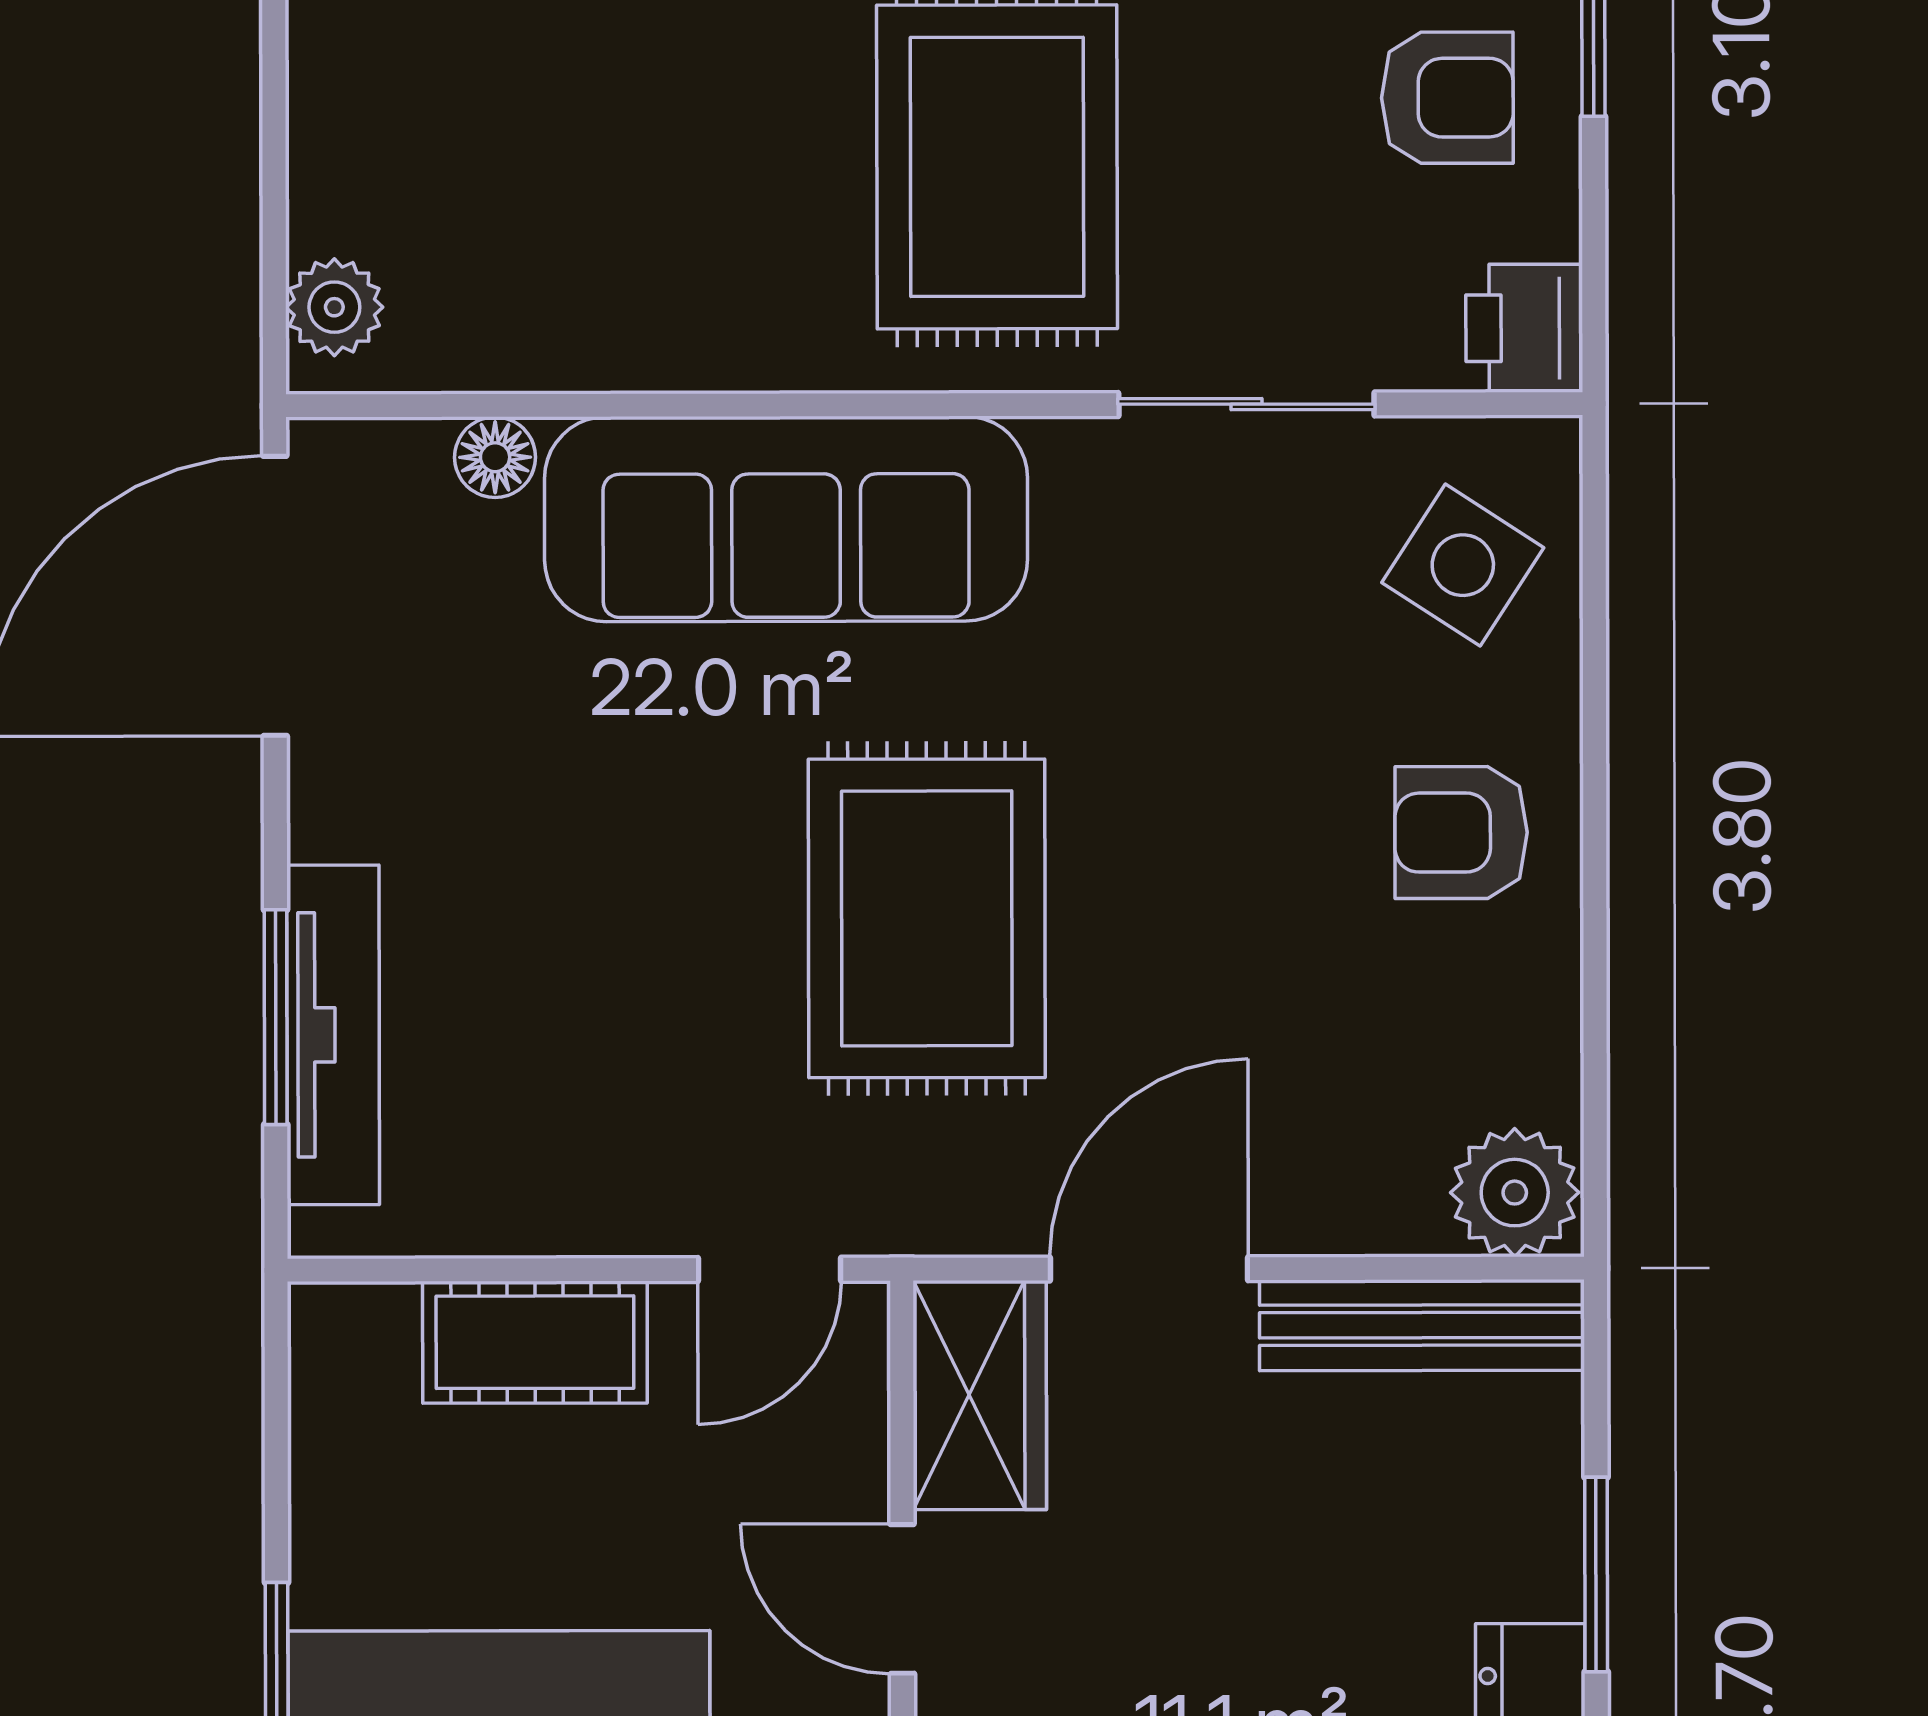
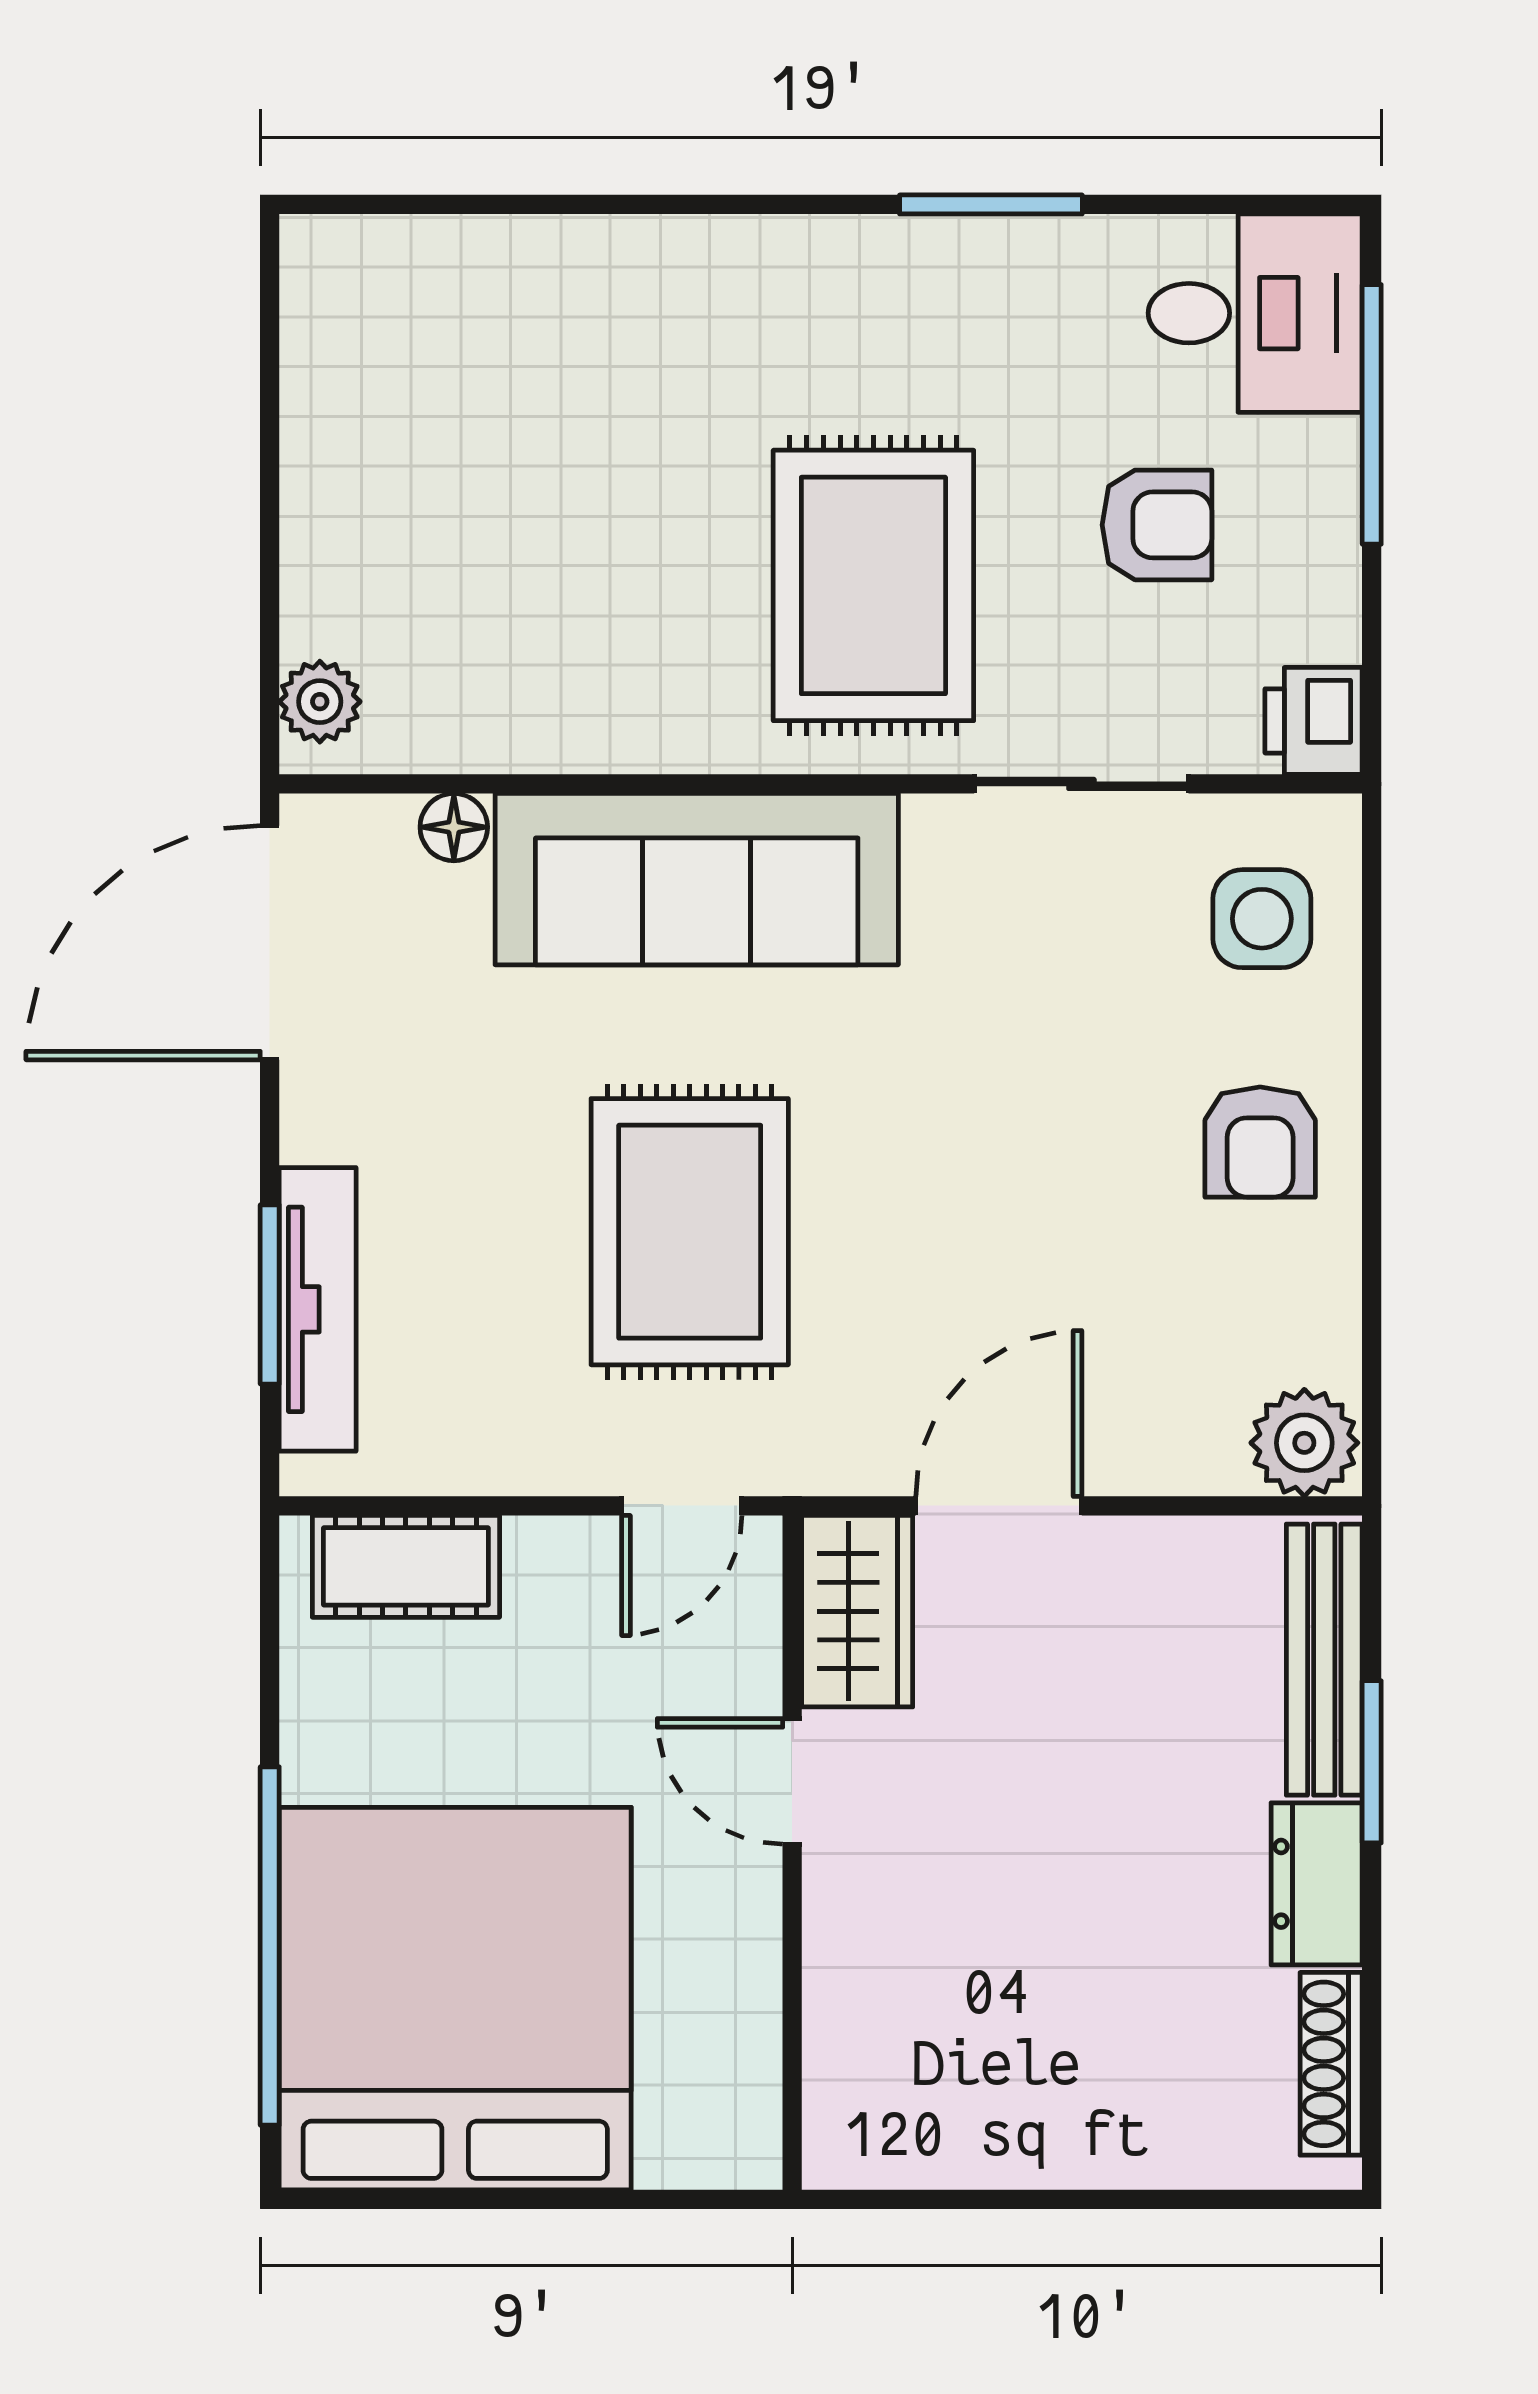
armchair: (1447, 98) -> (1157, 525), moved
side table: (1463, 565) -> (1262, 919), turned -33
armchair: (1461, 833) -> (1260, 1142), turned -90
rug: (927, 918) -> (690, 1232), moved
bench: (1422, 1325) -> (1324, 1660), moved, turned 90
cot: (535, 1342) -> (406, 1566), moved

